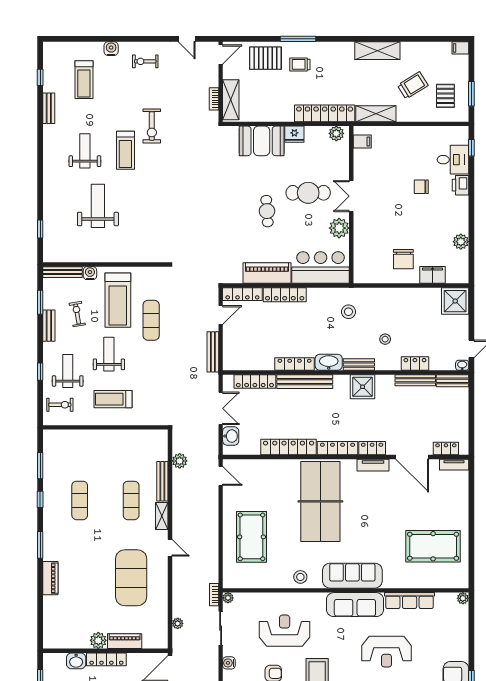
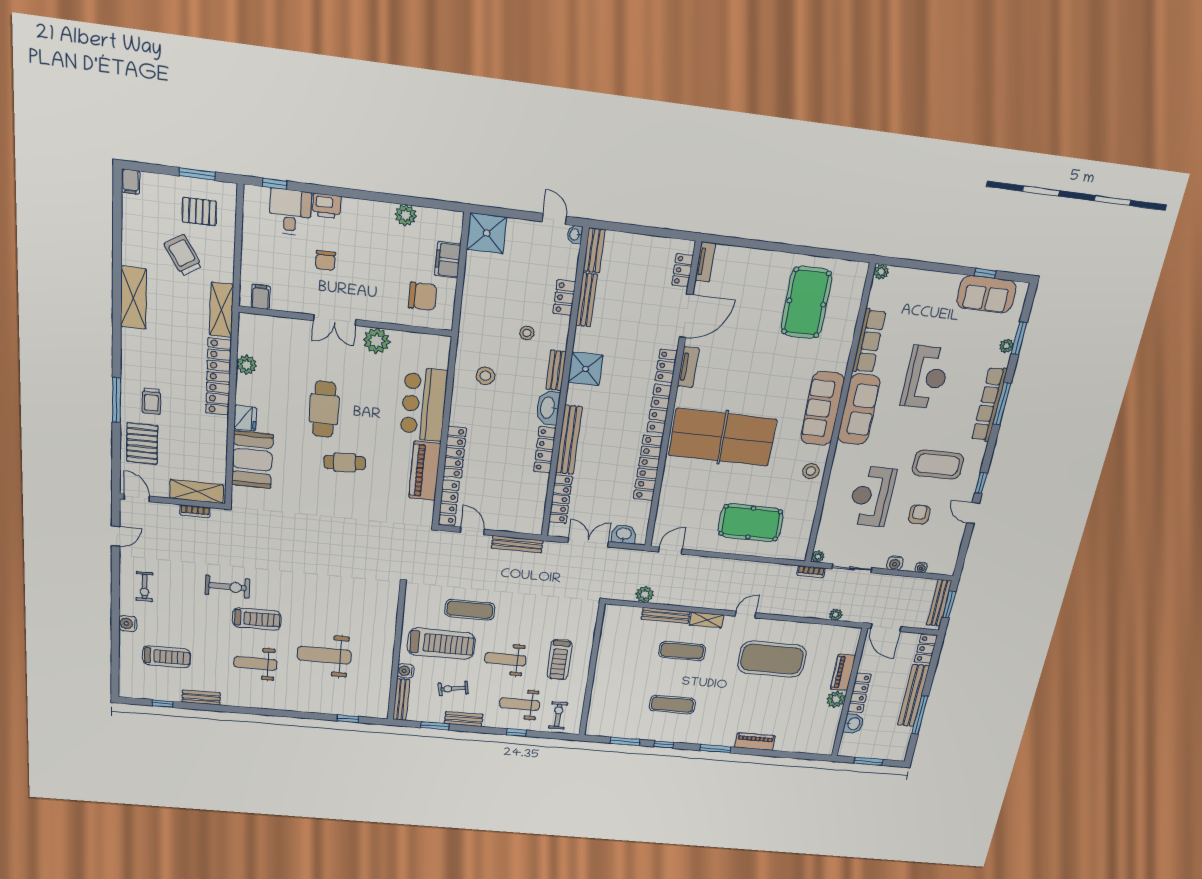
filing cabinet: (362, 142) -> (261, 297), moved
double door: (351, 196) -> (335, 320), moved
wall: (351, 205) -> (346, 321), moved
plant: (339, 228) -> (377, 341), moved

